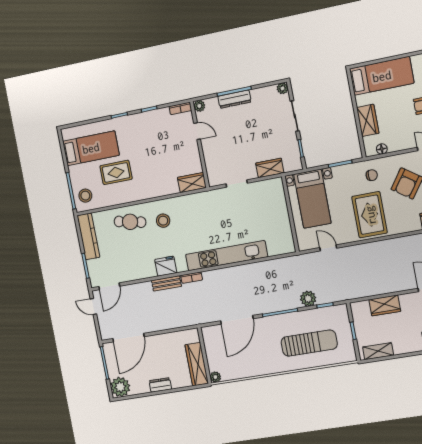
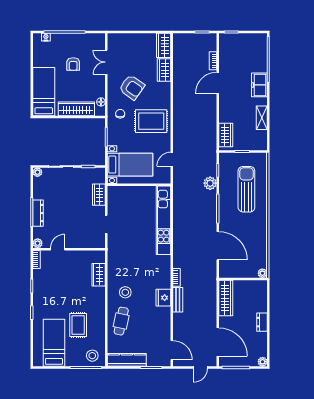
wardrobe: (368, 120) -> (76, 109), width x1.50
wardrobe: (192, 183) -> (99, 275), moved
kitchen unit: (226, 256) -> (164, 220), moved
wardrobe: (385, 305) -> (226, 135), moved
door: (93, 307) -> (200, 368), moved
shelving: (378, 351) -> (262, 118), moved
wardrobe: (197, 364) -> (226, 298), moved, turned -90
plant: (120, 387) -> (263, 362), width x0.53, depth x0.53

